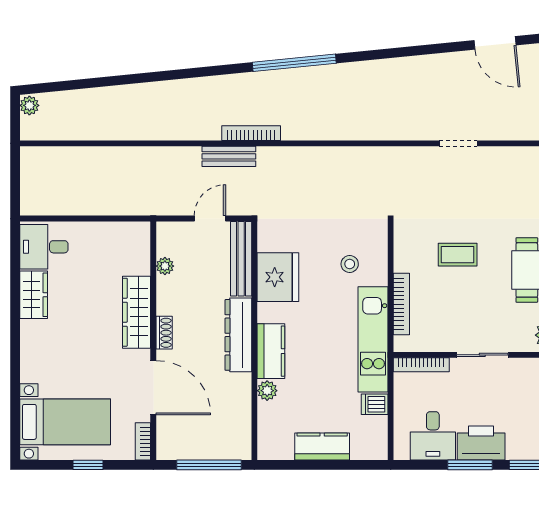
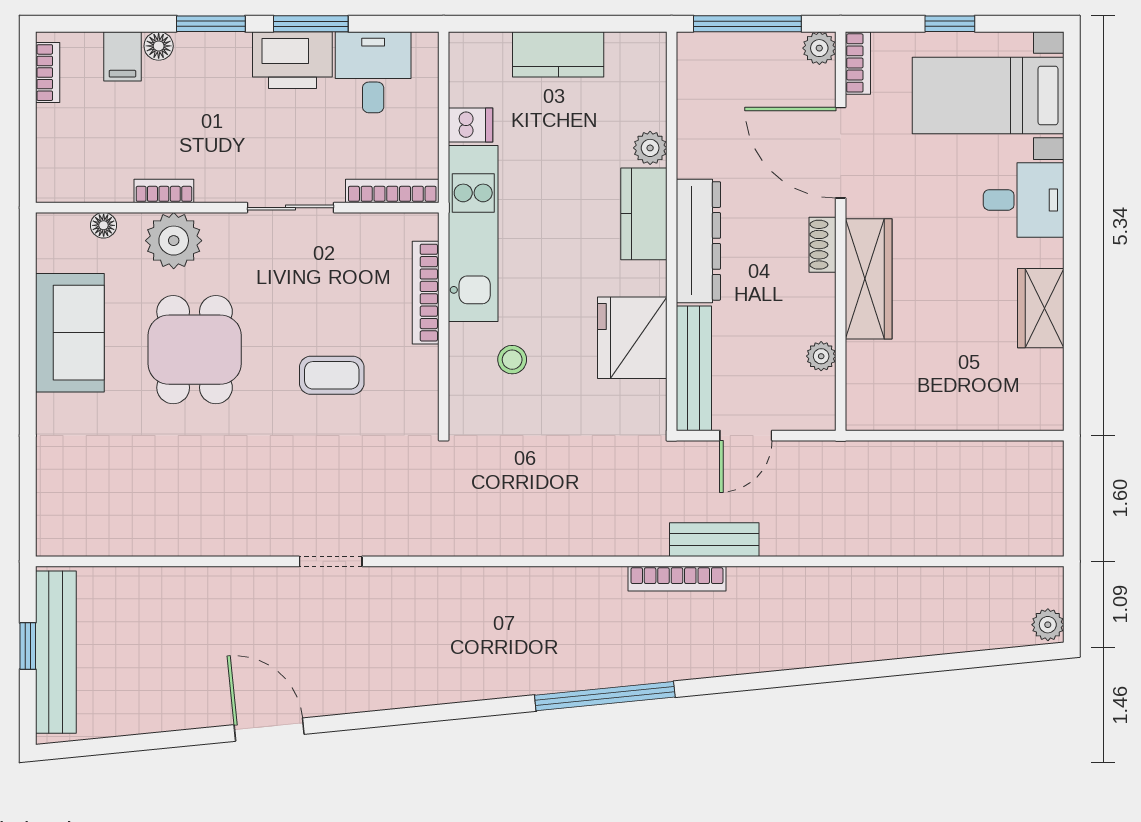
desk: (44, 247) -> (1024, 200), moved
plant: (166, 450) -> (819, 48), added

